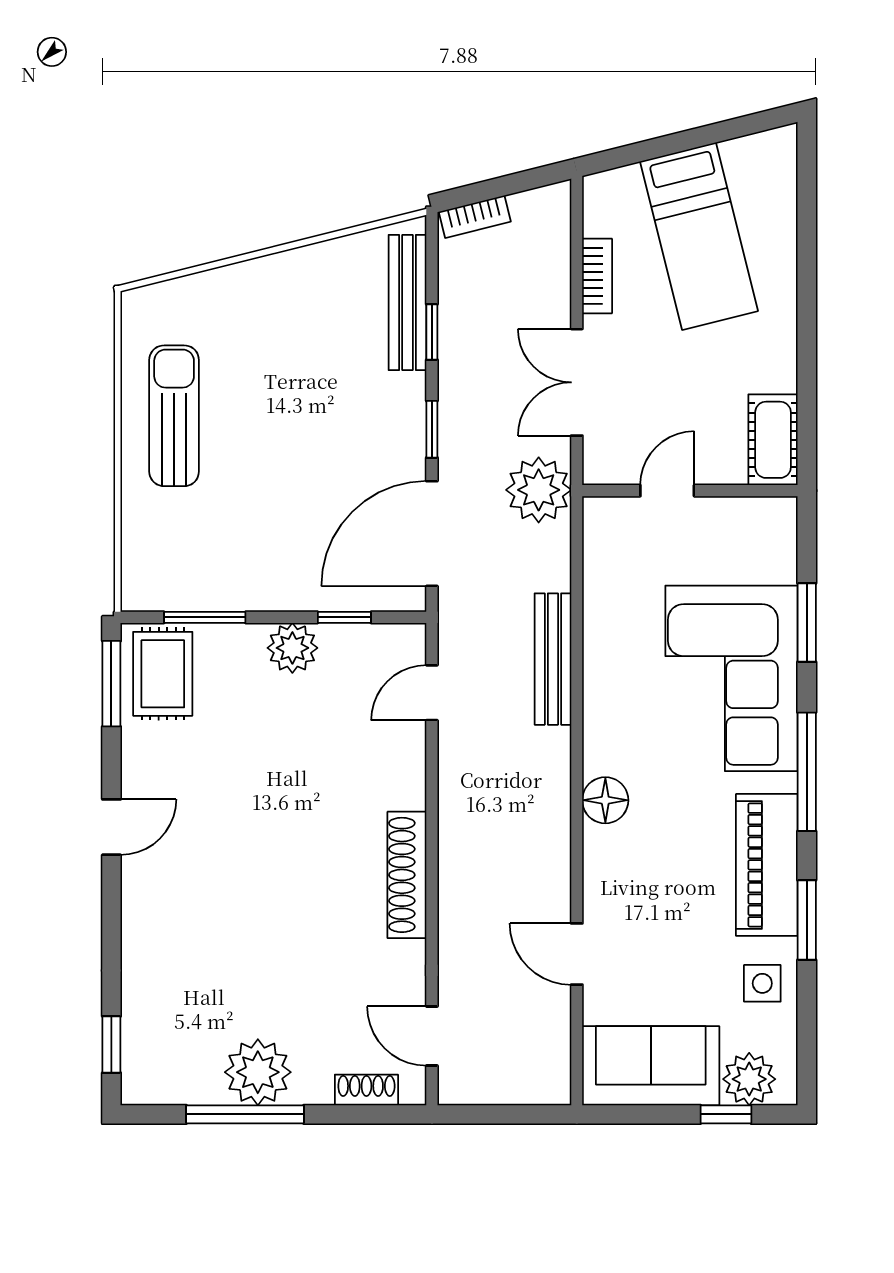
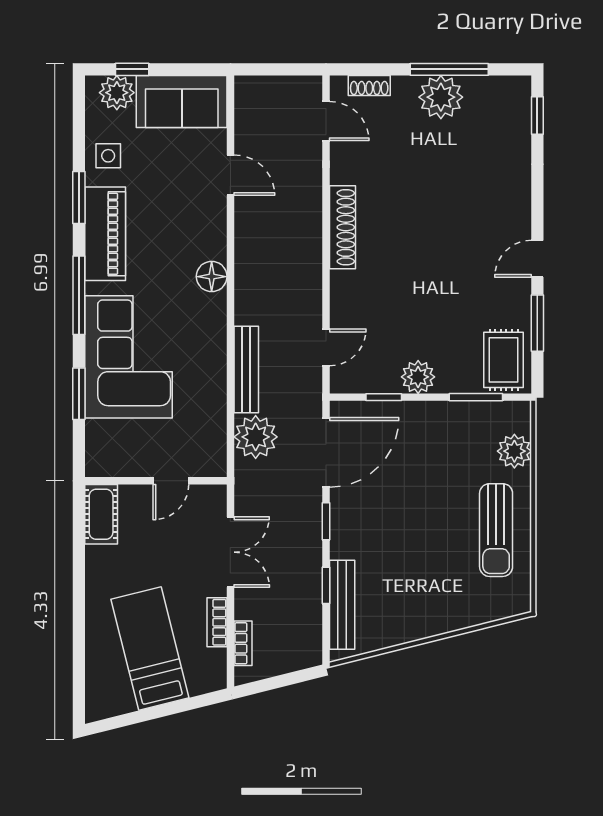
bookcase: (475, 217) -> (243, 643), moved, turned 104
plant: (539, 490) -> (256, 437), moved
plant: (146, 535) -> (514, 451), added
window: (111, 684) -> (537, 323), moved

